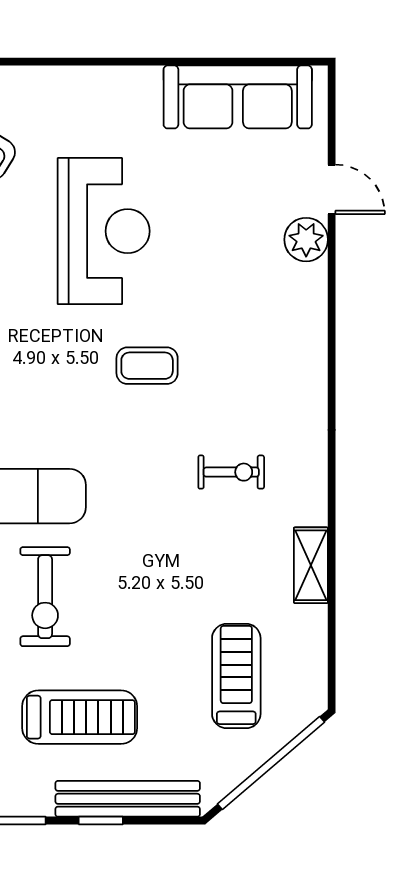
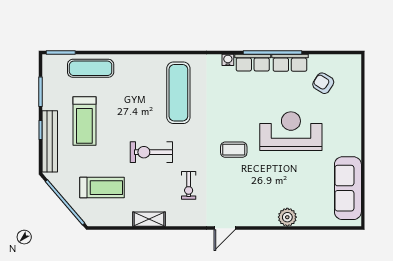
door: (332, 189) -> (225, 228), moved
reception desk: (104, 231) -> (291, 131), turned 180
coffee table: (147, 366) -> (234, 150), turned 90
exercise bike: (45, 597) -> (151, 152), moved

